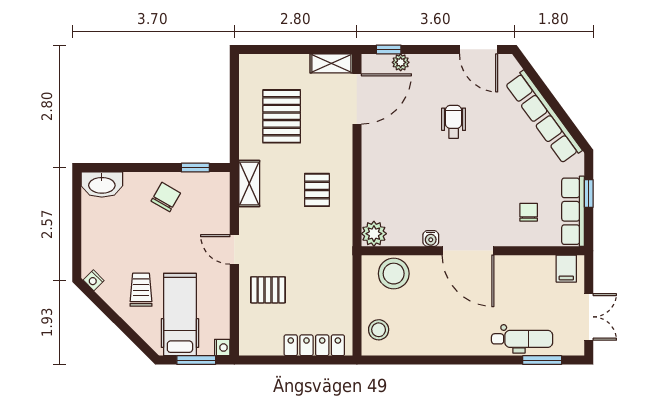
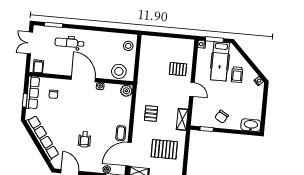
pallet: (282, 116) -> (164, 149), turned 90
coffee table: (378, 142) -> (121, 133), added
dental chair: (522, 339) -> (69, 43), moved
locker: (314, 345) -> (159, 41), removed

